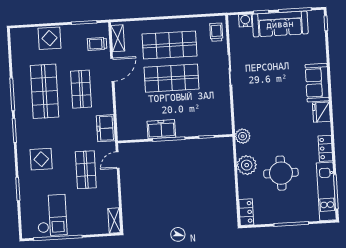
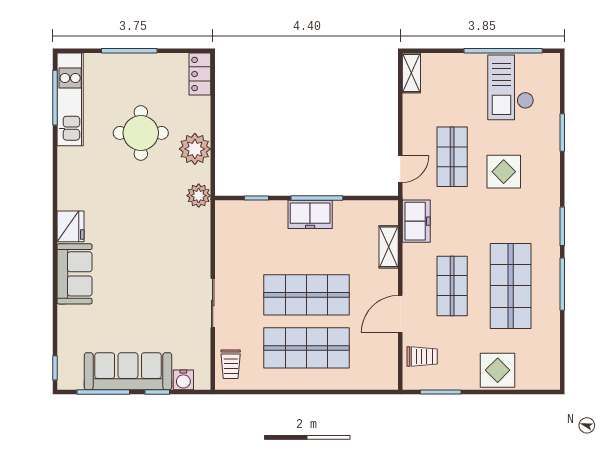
shelving: (118, 38) -> (389, 247), moved
freezer: (161, 129) -> (310, 214), moved
locker: (325, 148) -> (67, 168), removed
display table: (41, 159) -> (504, 172), moved

